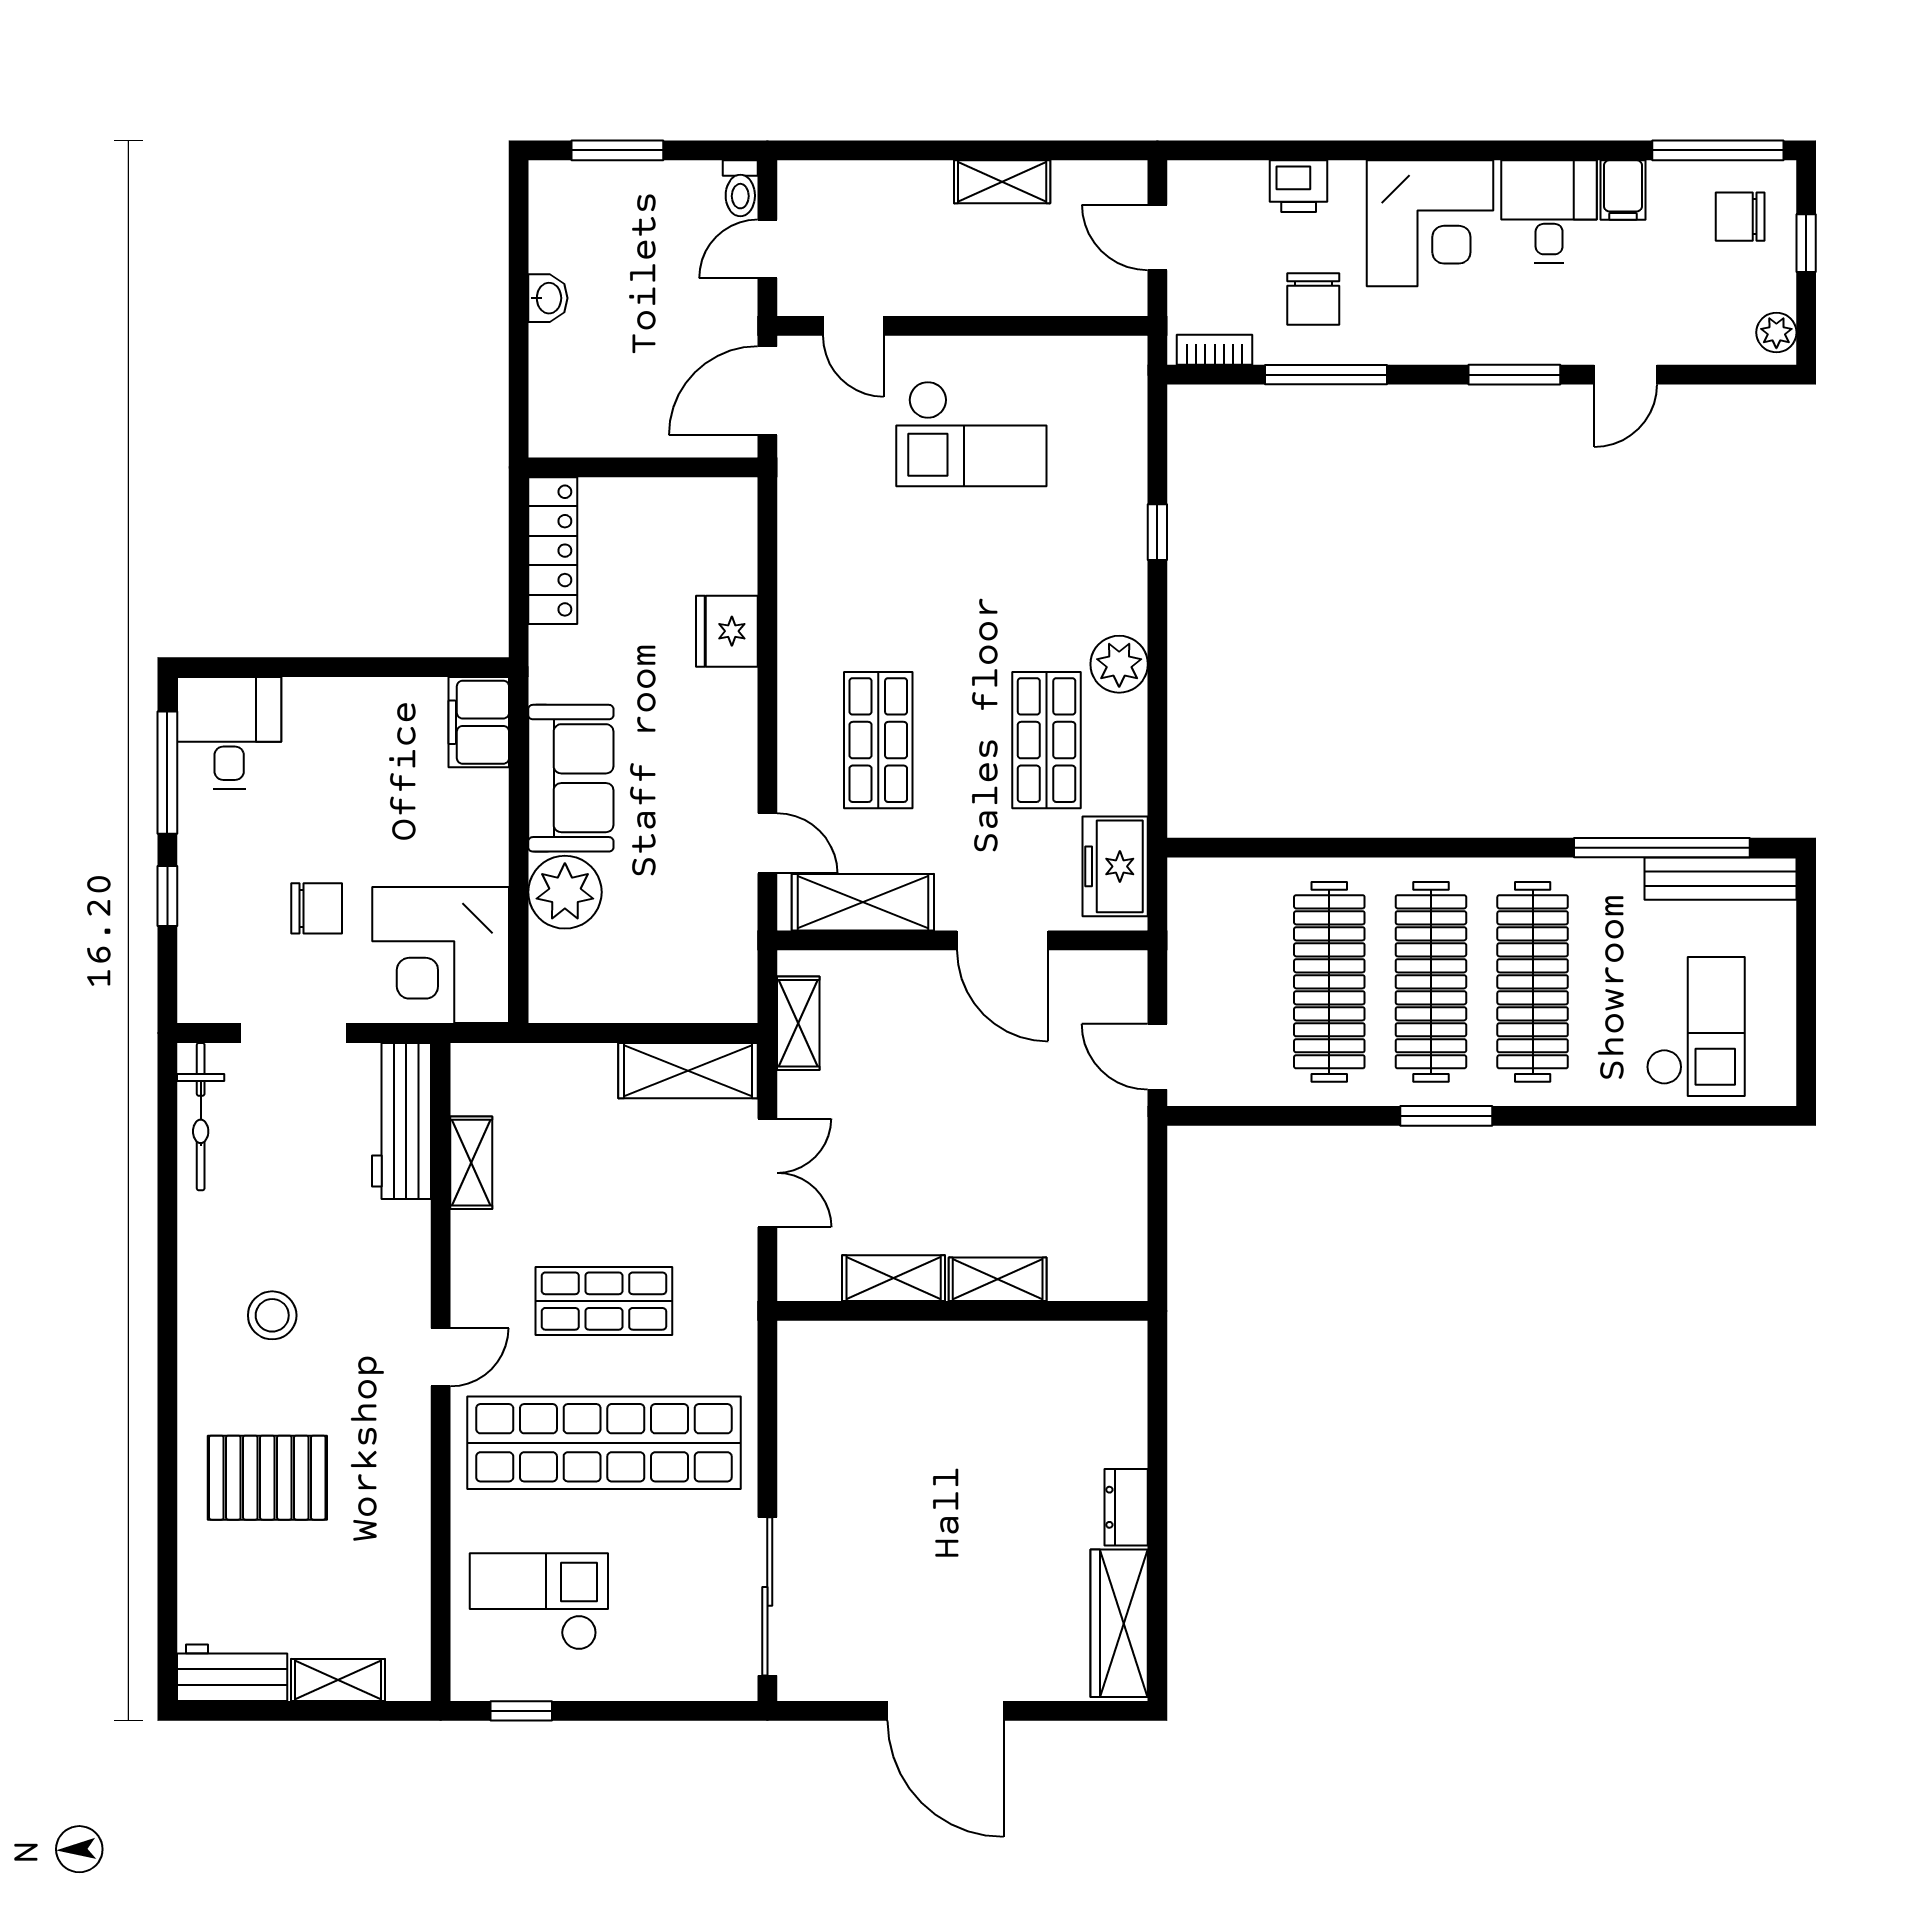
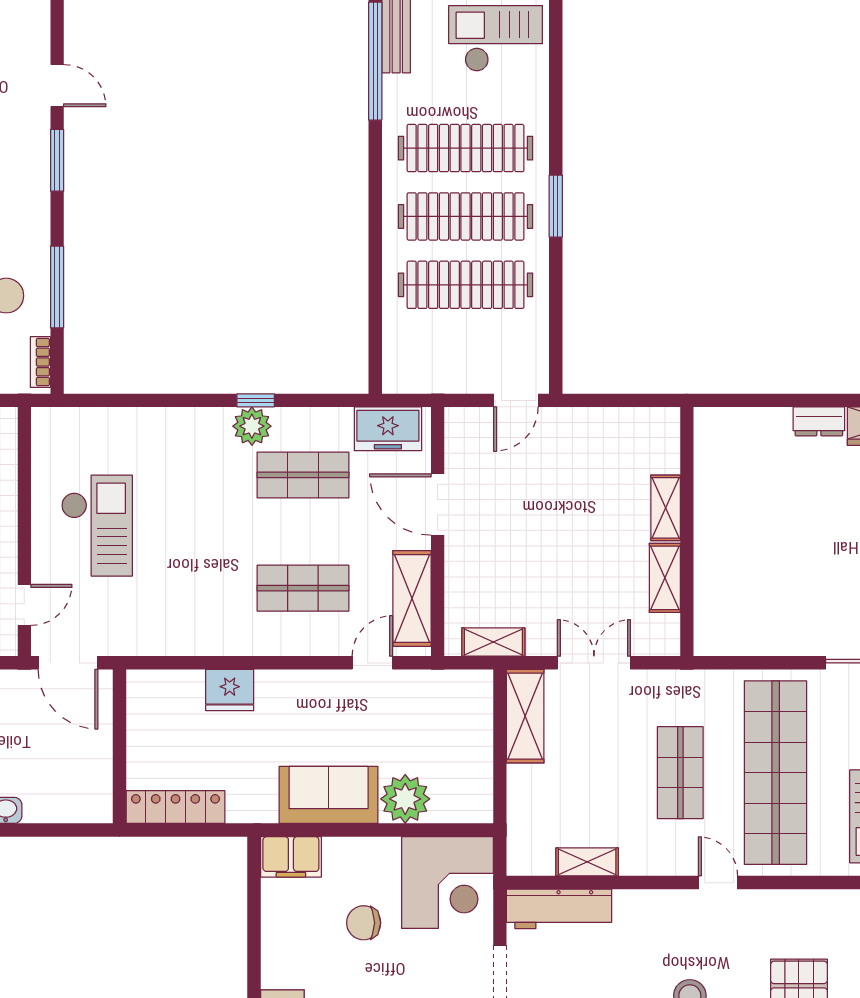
window: (1157, 532) -> (256, 400), moved
chair: (317, 908) -> (364, 923), moved, turned -90
door: (1003, 940) -> (438, 505), swing flipped

